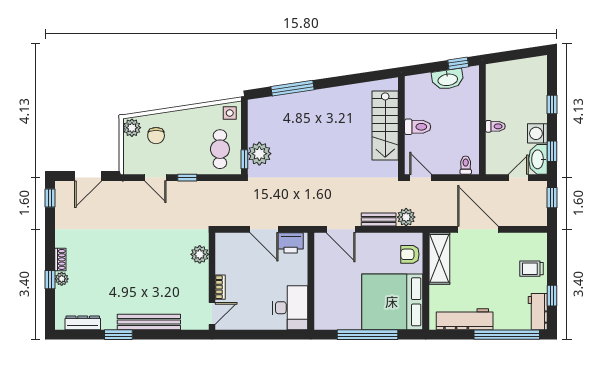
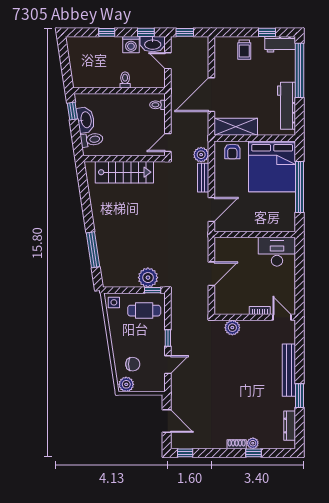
toilet: (418, 127) -> (92, 140), moved, turned 82
printer: (291, 243) -> (223, 251), removed

